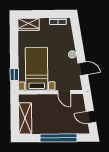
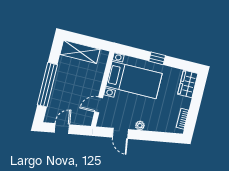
door: (83, 69) -> (120, 133), hinge flipped
window: (14, 74) -> (157, 58), moved

